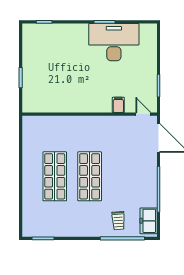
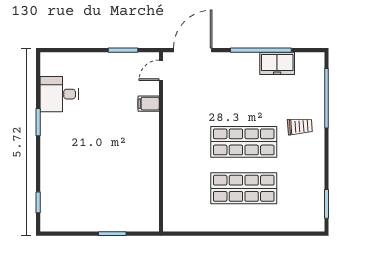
desk: (114, 42) -> (59, 94), width x0.53, depth x0.77
trolley: (118, 221) -> (300, 126), moved
freezer: (149, 221) -> (277, 63), moved

